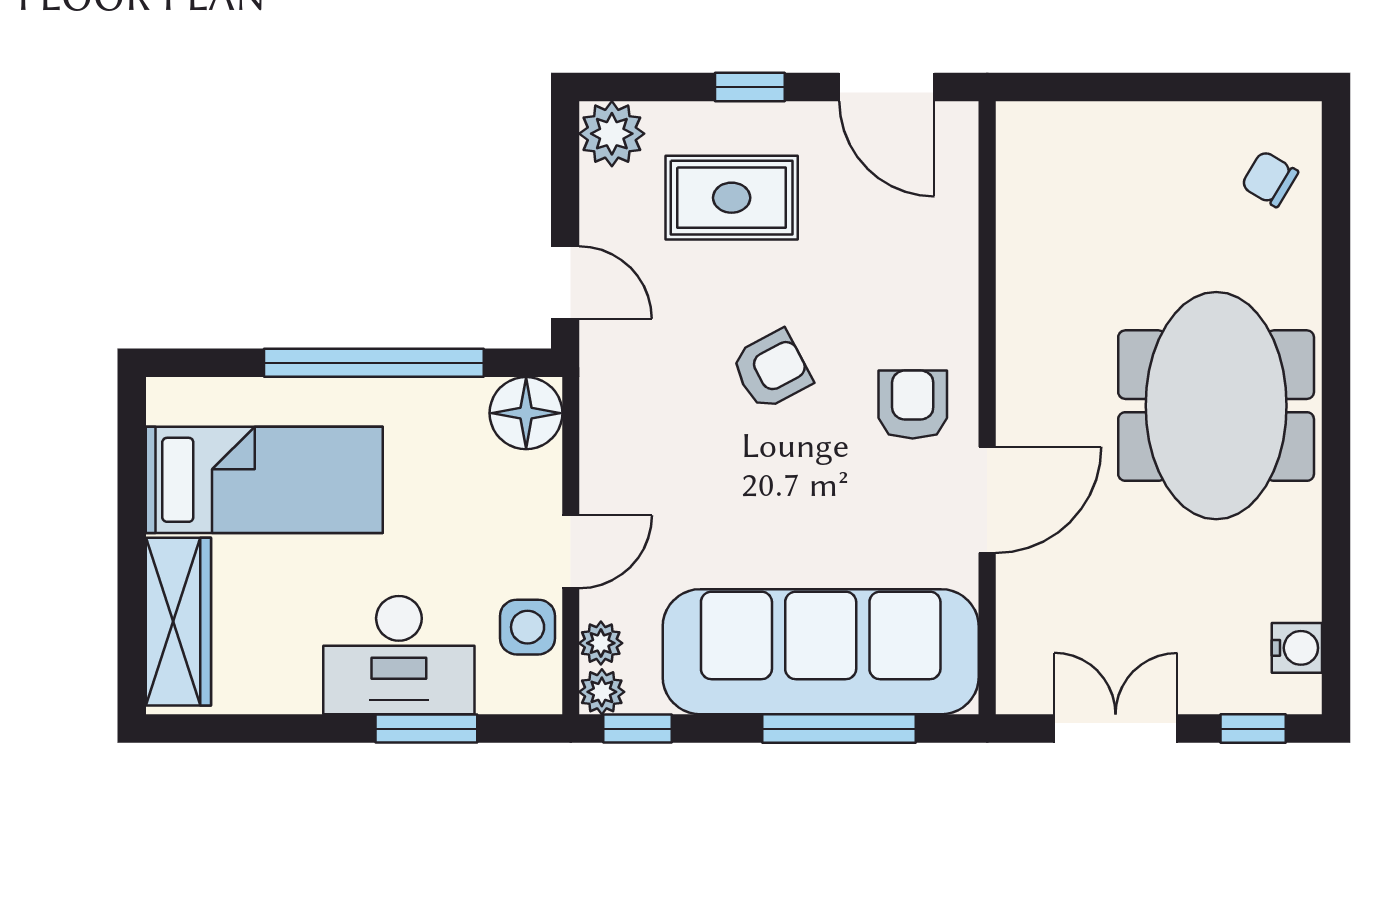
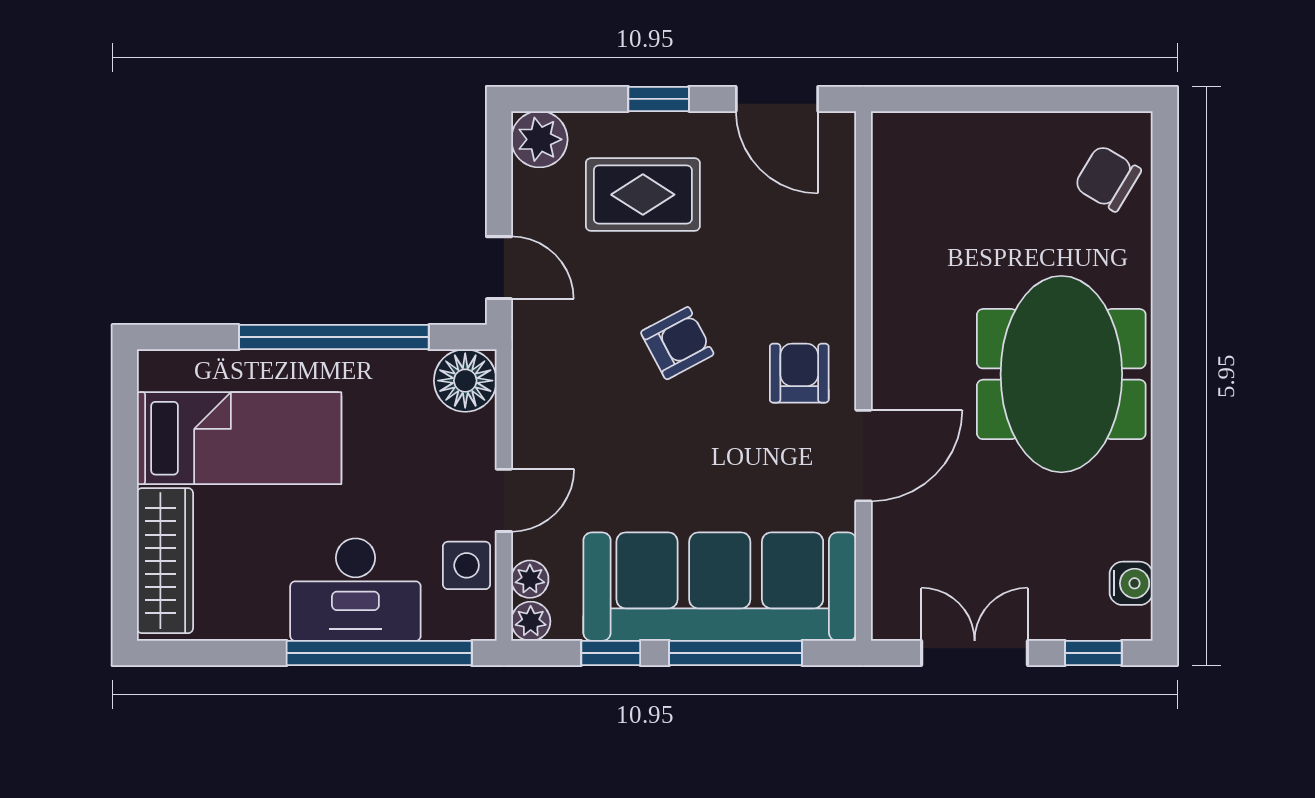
chair: (1270, 179) -> (1108, 178), width x1.37, depth x1.37
window: (426, 729) -> (379, 653), width x2.11
window: (637, 729) -> (611, 653), moved

